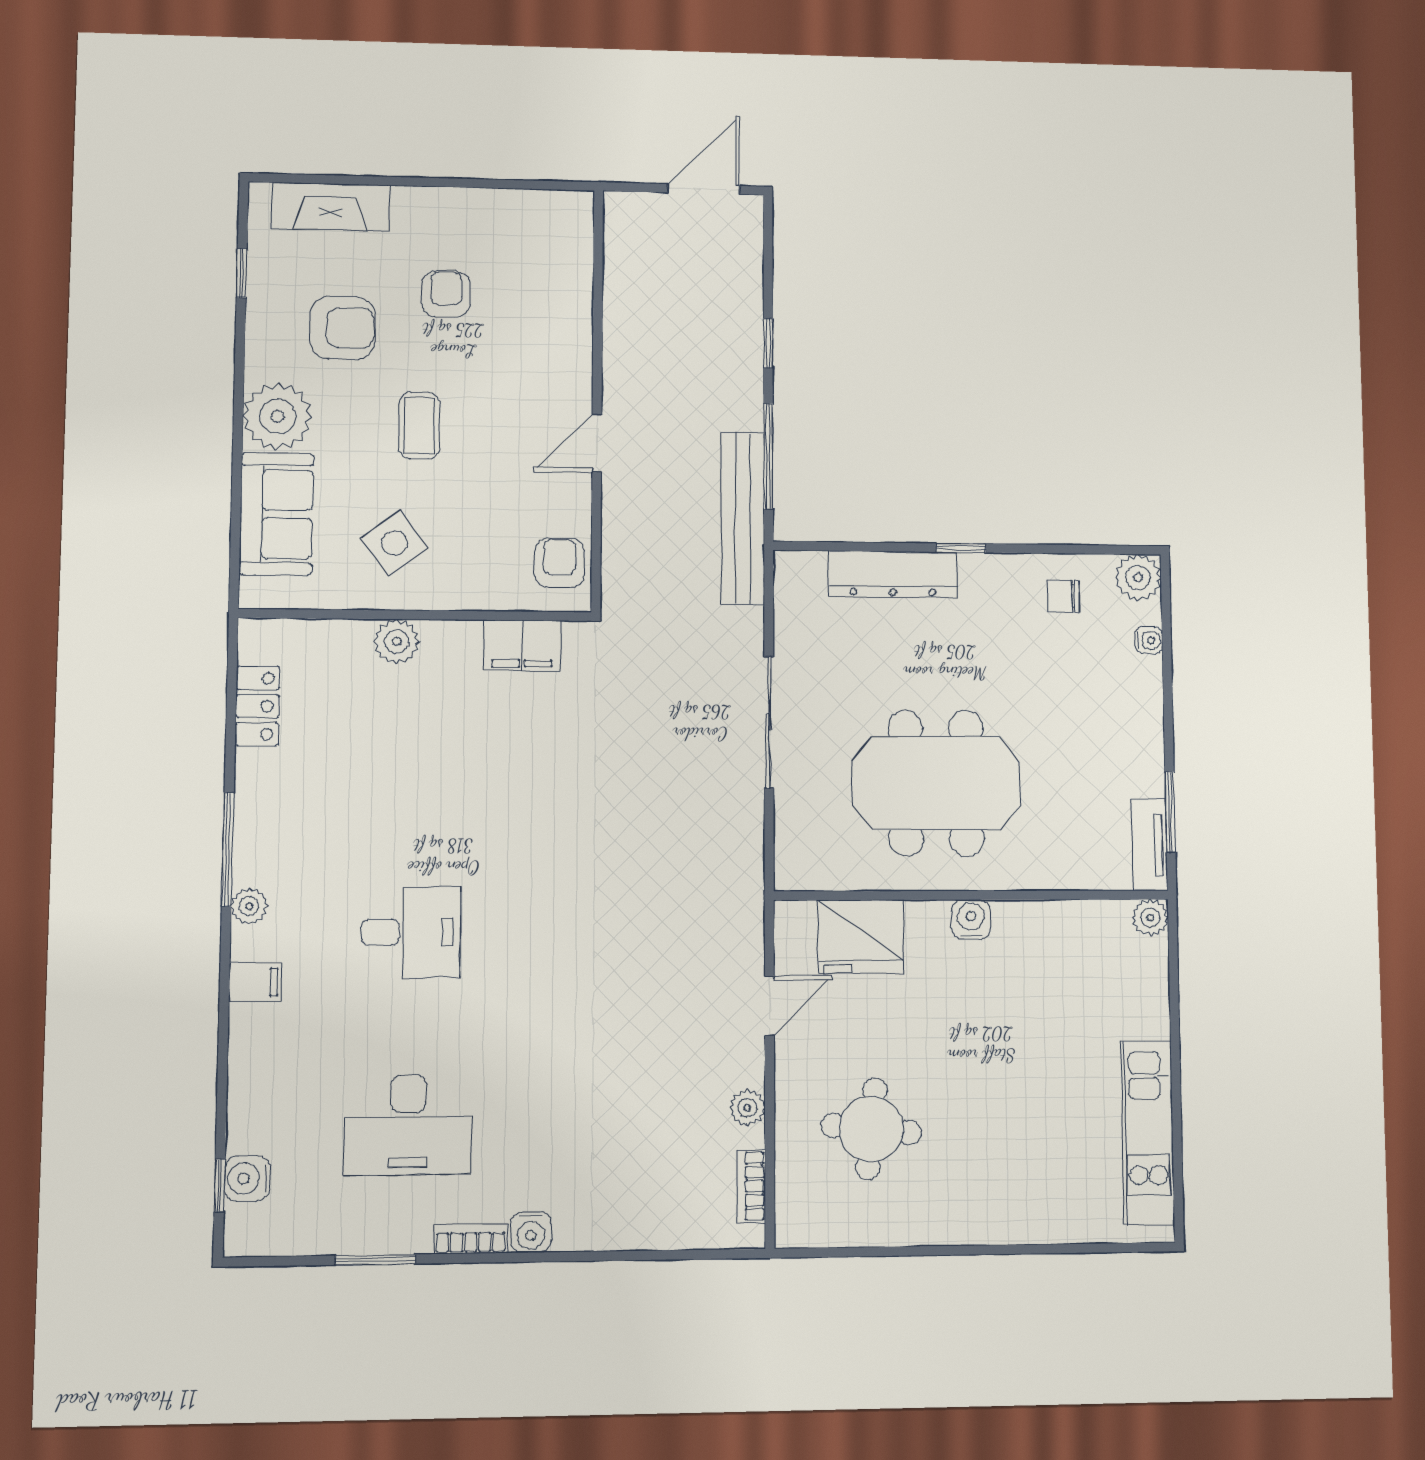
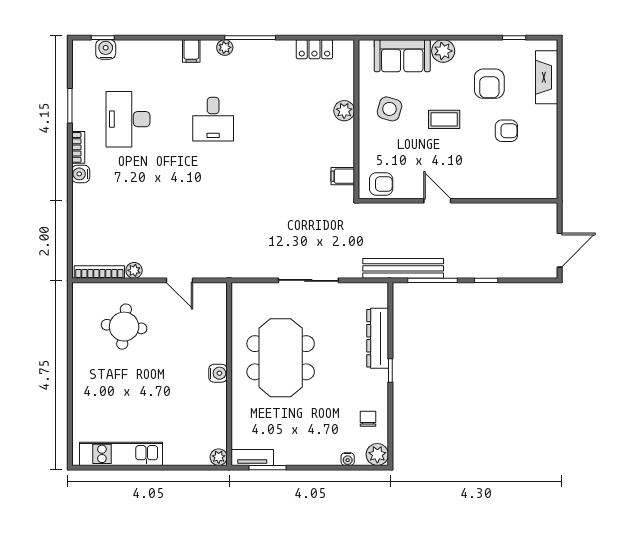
door: (704, 189) -> (560, 250), hinge flipped
plant: (277, 416) -> (443, 51), width x0.73, depth x0.73
side table: (394, 543) -> (389, 109), turned -38
filing cabinet: (522, 646) -> (343, 176), width x0.50
fridge: (861, 937) -> (210, 322), removed
bookcase: (751, 1186) -> (99, 272), width x1.56

